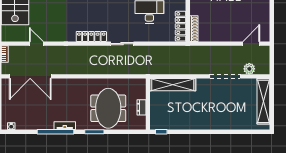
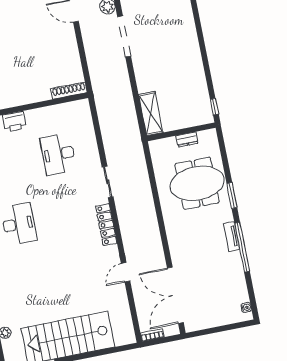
locker: (181, 26) -> (69, 109), removed
door: (36, 44) -> (126, 272), moved
double door: (30, 76) -> (175, 295), swing flipped
shelving: (173, 85) -> (151, 114), width x0.68

